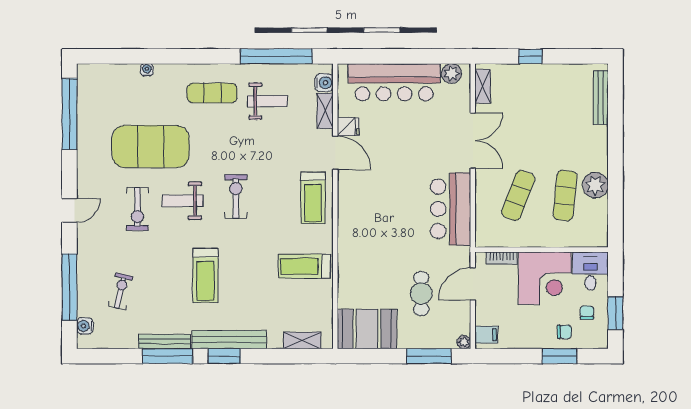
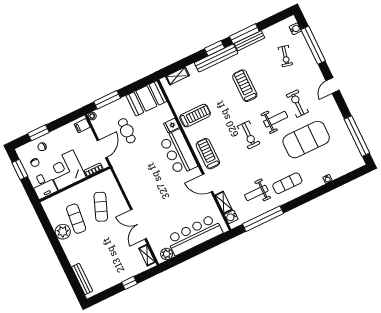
fridge: (348, 127) -> (171, 125), moved
bar counter: (451, 209) -> (178, 152), moved, turned 180

